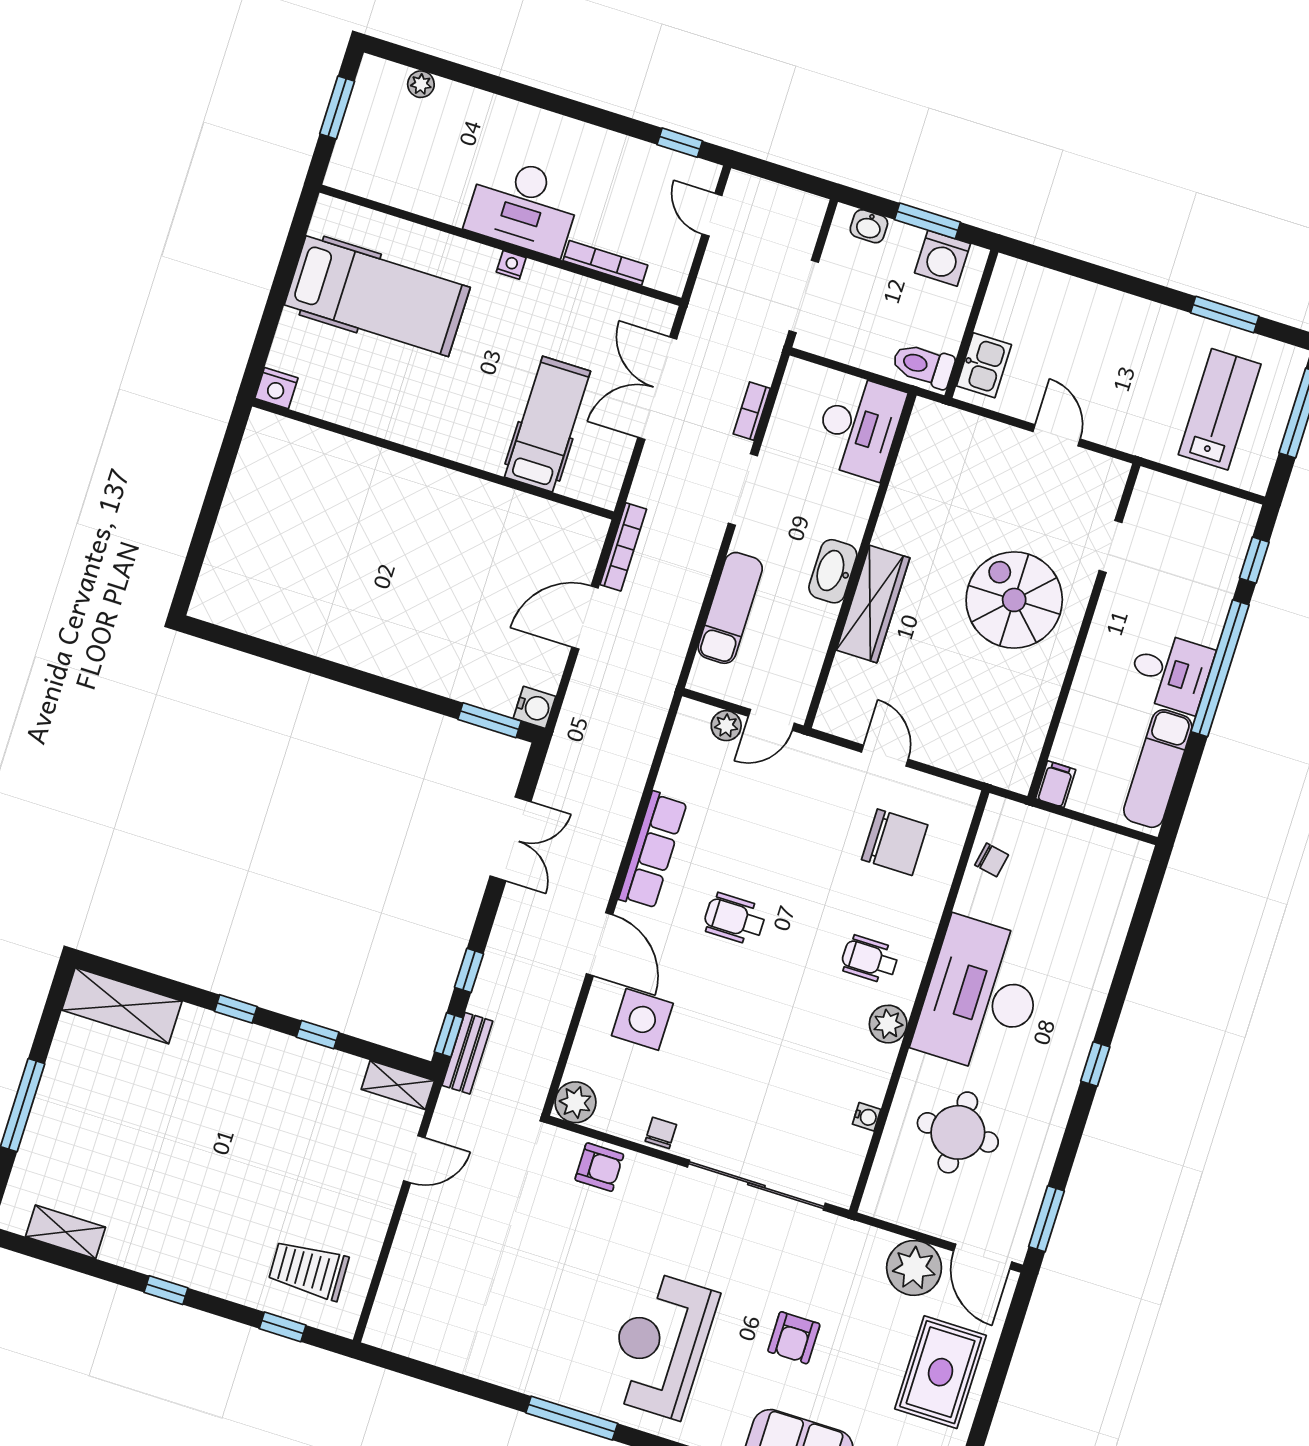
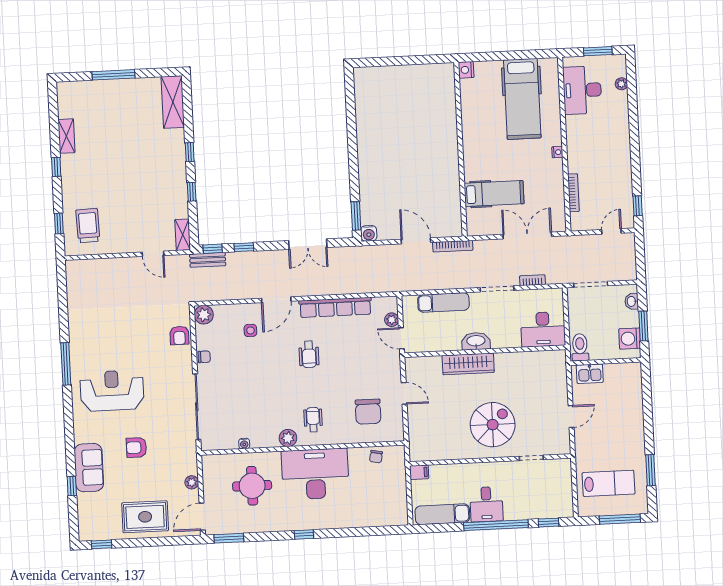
desk: (524, 206) -> (582, 90), moved
door: (885, 756) -> (404, 393), hinge flipped
row of seats: (653, 850) -> (335, 307), width x1.36
wheelchair: (734, 919) -> (309, 354), turned 180
side table: (642, 1019) -> (250, 330), width x0.54, depth x0.54
shelving: (66, 1232) -> (66, 136), moved
plant: (914, 1268) -> (192, 482), width x0.53, depth x0.53

